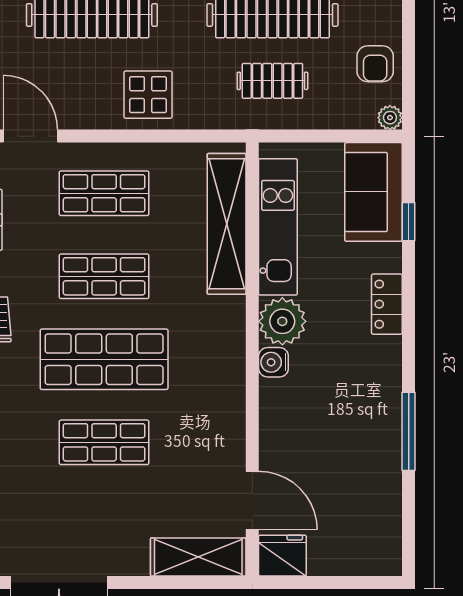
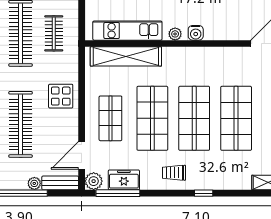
shop shelf: (104, 276) -> (152, 118), width x1.43, depth x1.36
plant: (282, 321) -> (175, 34), width x0.53, depth x0.53
shop shelf: (104, 442) -> (236, 118), width x1.43, depth x1.36

